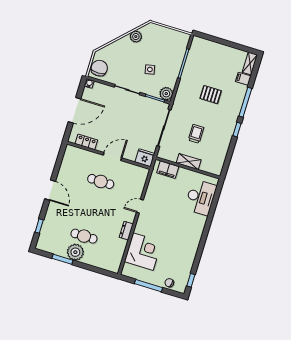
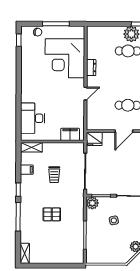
filing cabinet: (243, 79) -> (27, 170), moved
shelving: (189, 162) -> (31, 147), moved
corner desk: (143, 252) -> (65, 58), width x1.36, depth x1.36

